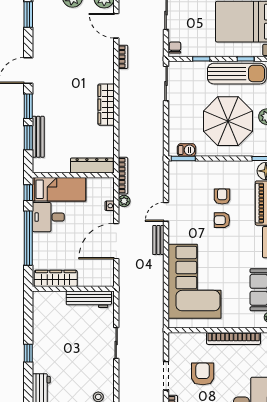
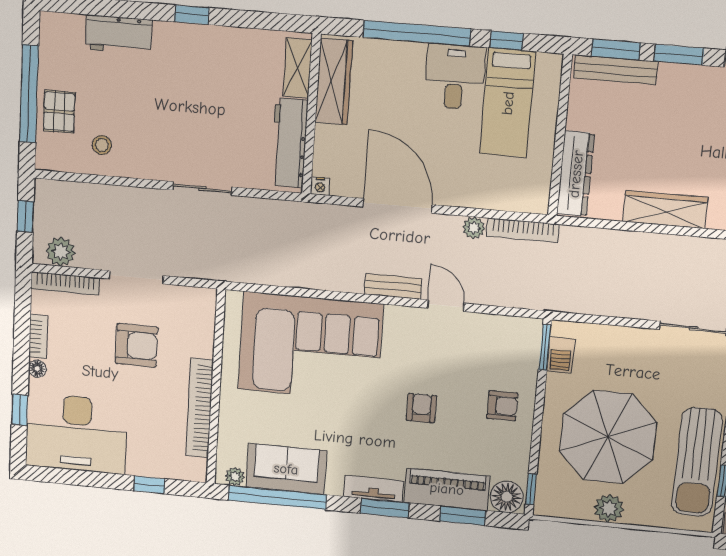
dresser: (92, 165) -> (576, 174), moved
wall: (73, 175) -> (560, 136), moved
armchair: (222, 196) -> (502, 406), moved
nightstand: (110, 206) -> (320, 186), moved
shelving: (50, 297) -> (297, 68), added

